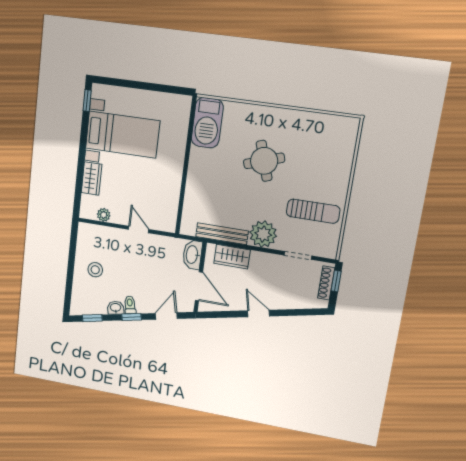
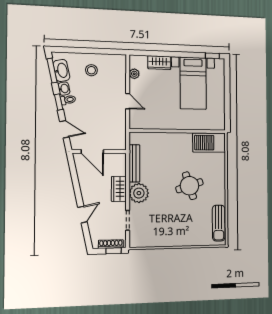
sun lounger: (313, 211) -> (219, 223), moved
door: (139, 229) -> (128, 101), hinge flipped
washbasin: (192, 255) -> (62, 70), moved, turned 78
wardrobe: (232, 257) -> (119, 189), moved
door: (199, 286) -> (92, 151), hinge flipped
door: (259, 313) -> (82, 215), moved
window: (92, 318) -> (52, 71), width x1.50

